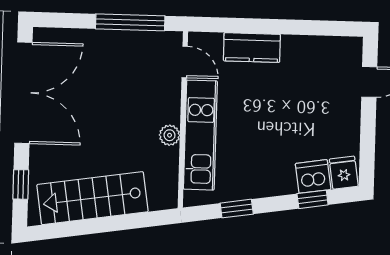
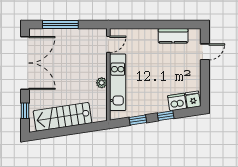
window: (130, 22) -> (60, 25), moved
kitchen counter: (252, 48) -> (173, 36), moved
door: (185, 62) -> (108, 44), hinge flipped
window: (313, 199) -> (166, 116), moved

